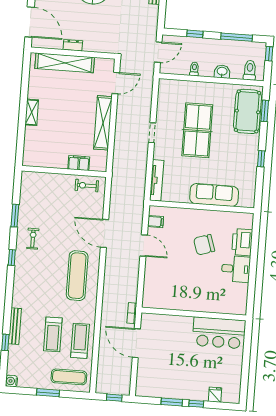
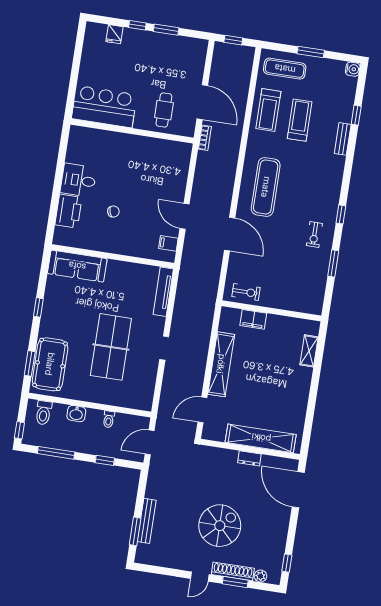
shelving: (32, 112) -> (309, 351), moved
sofa: (214, 195) -> (77, 266), moved
chair: (204, 245) -> (113, 212), width x0.54, depth x0.54
bench: (15, 326) -> (343, 139), width x0.73
cafe table: (168, 334) -> (164, 110), added

